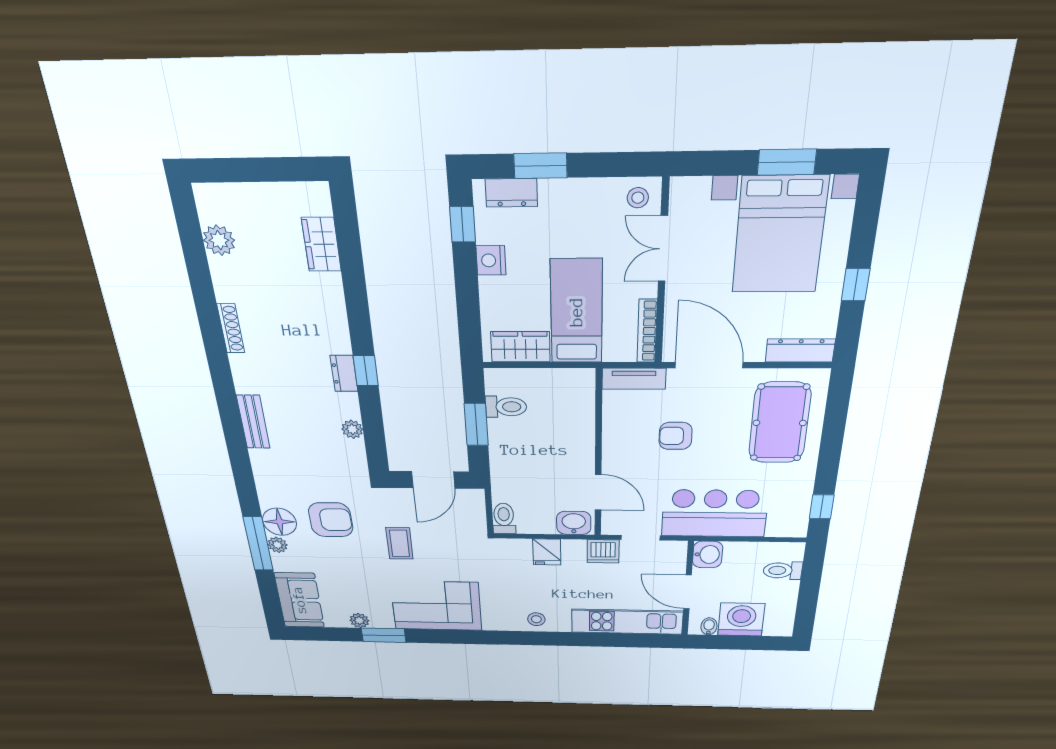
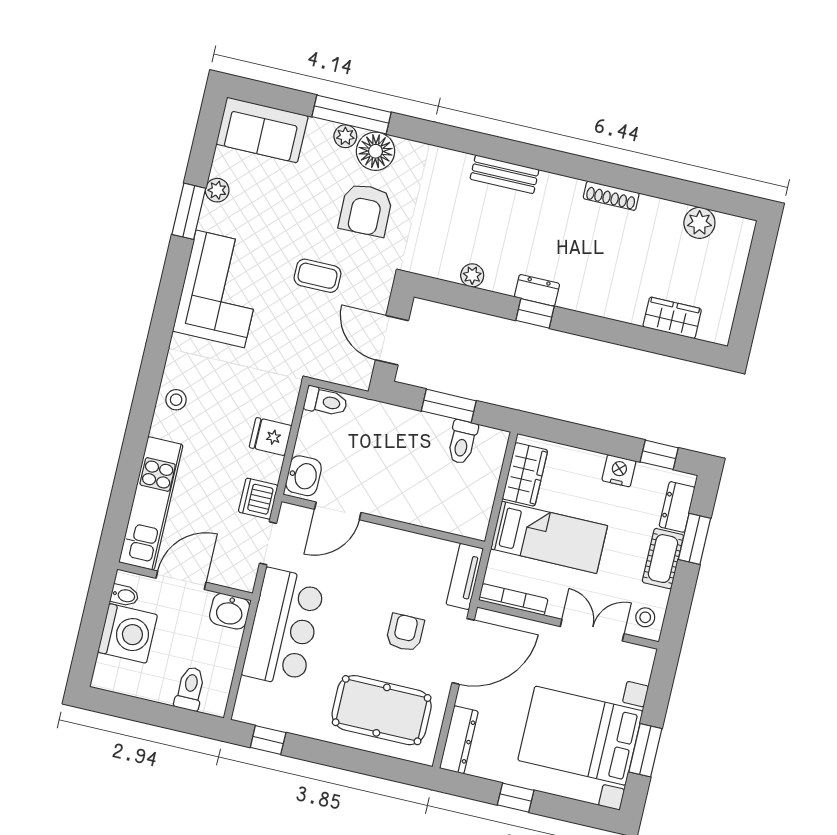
cot: (570, 194) -> (663, 559), added
armchair: (676, 436) -> (405, 632), moved

